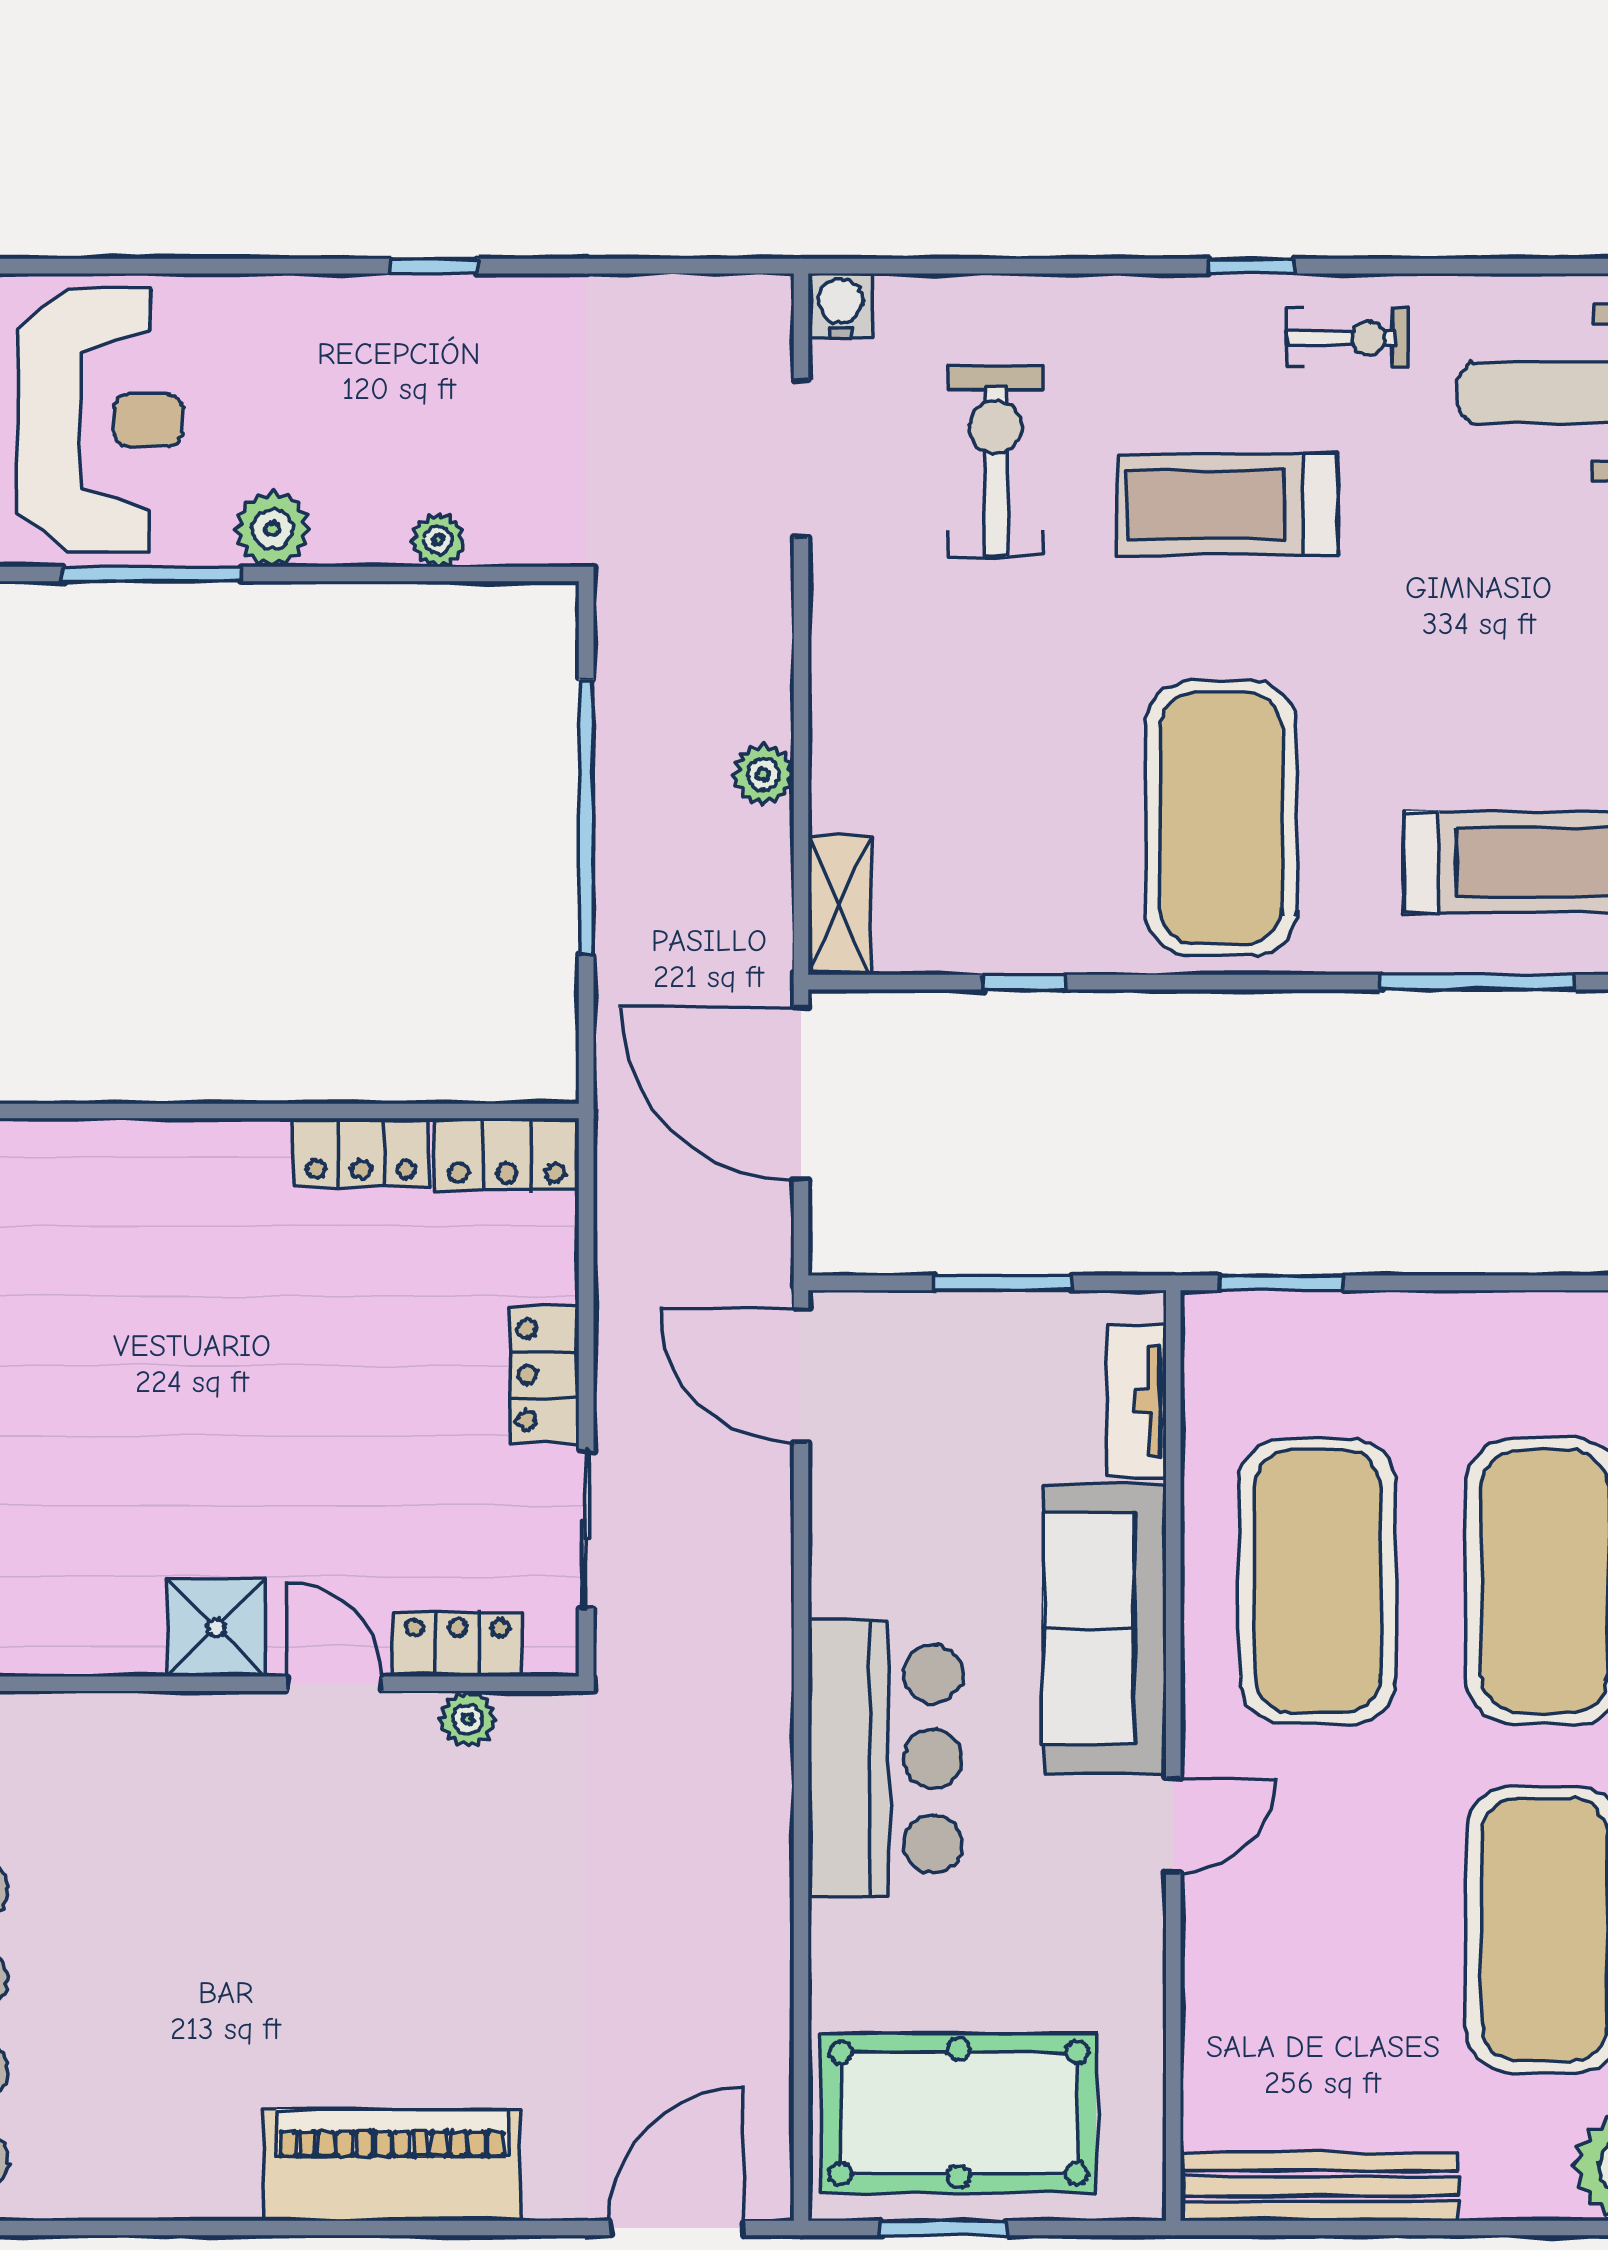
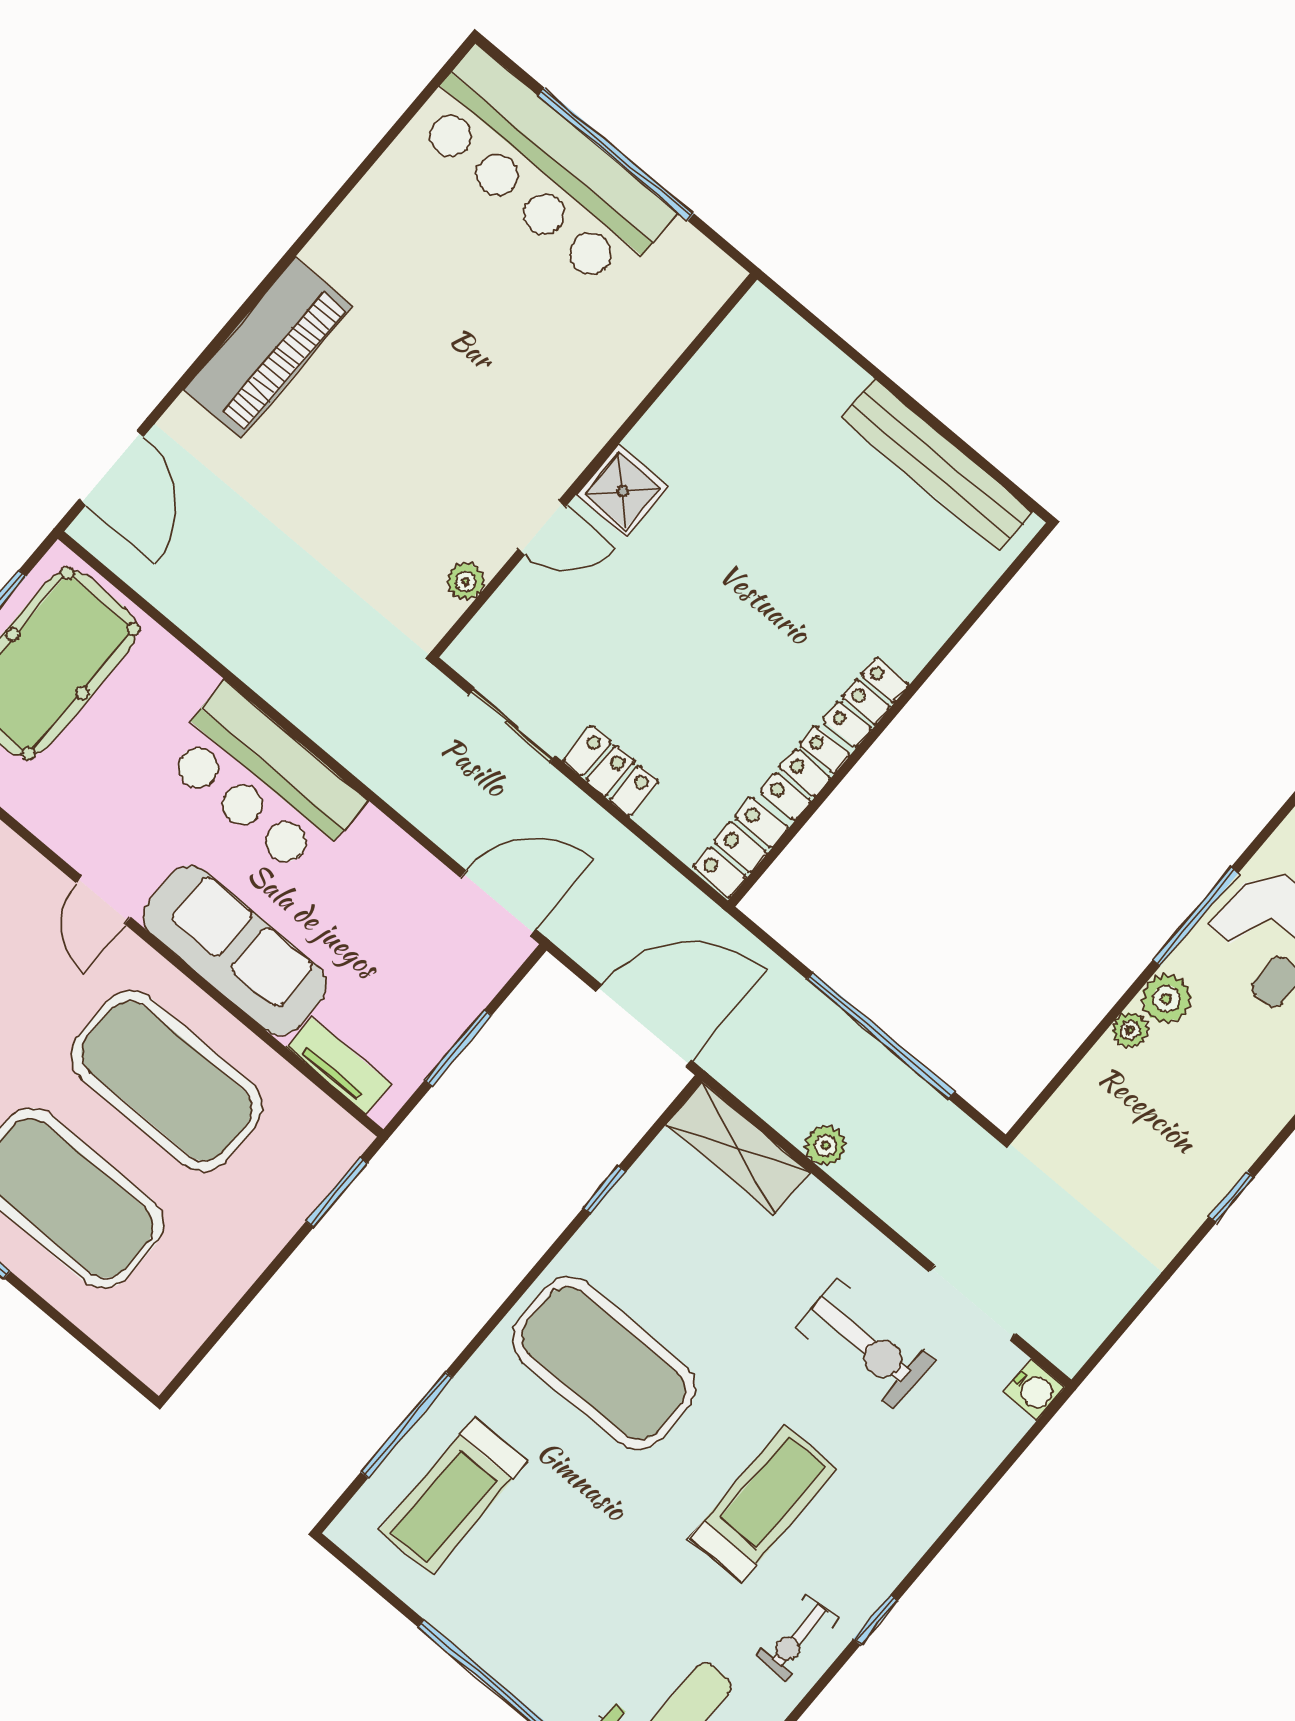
exercise bike: (996, 461) -> (865, 1343), moved
plant: (438, 540) -> (1130, 1030), moved
shelving: (839, 905) -> (738, 1148), width x1.50, depth x1.33
locker: (457, 1644) -> (866, 702), moved, turned 180

